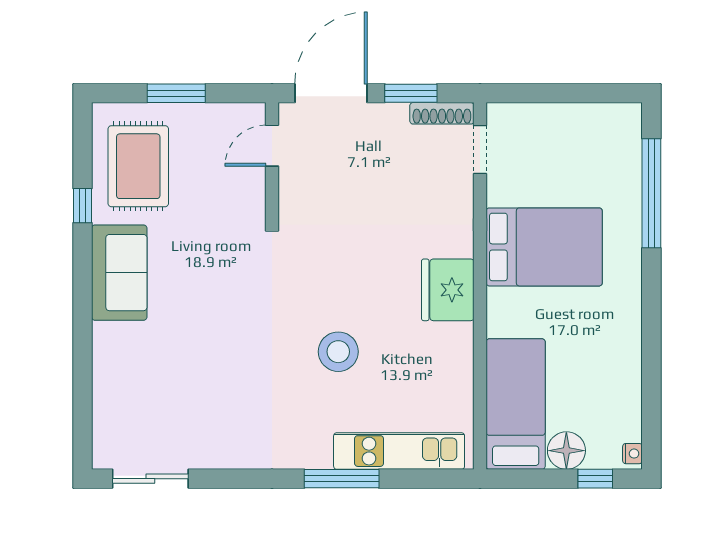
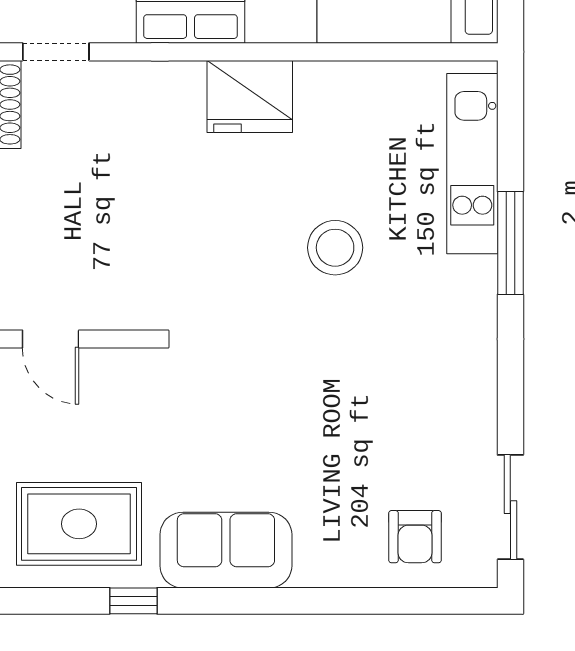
armchair: (129, 410) -> (415, 537), added

